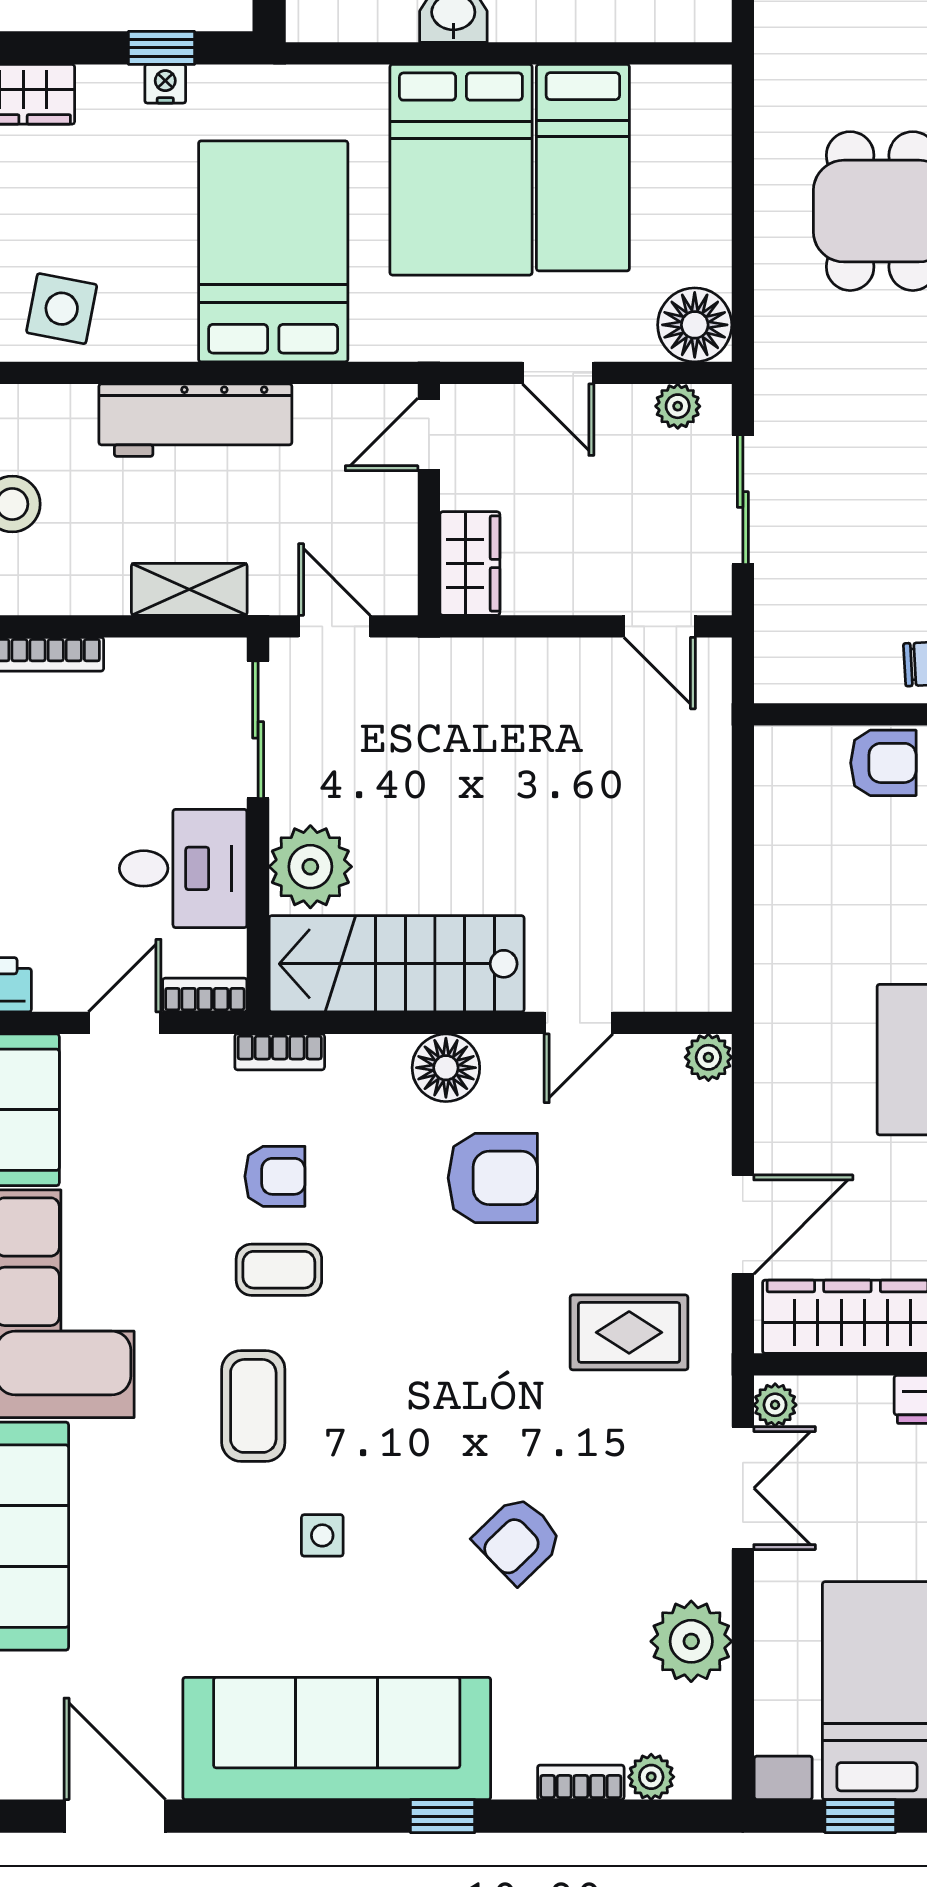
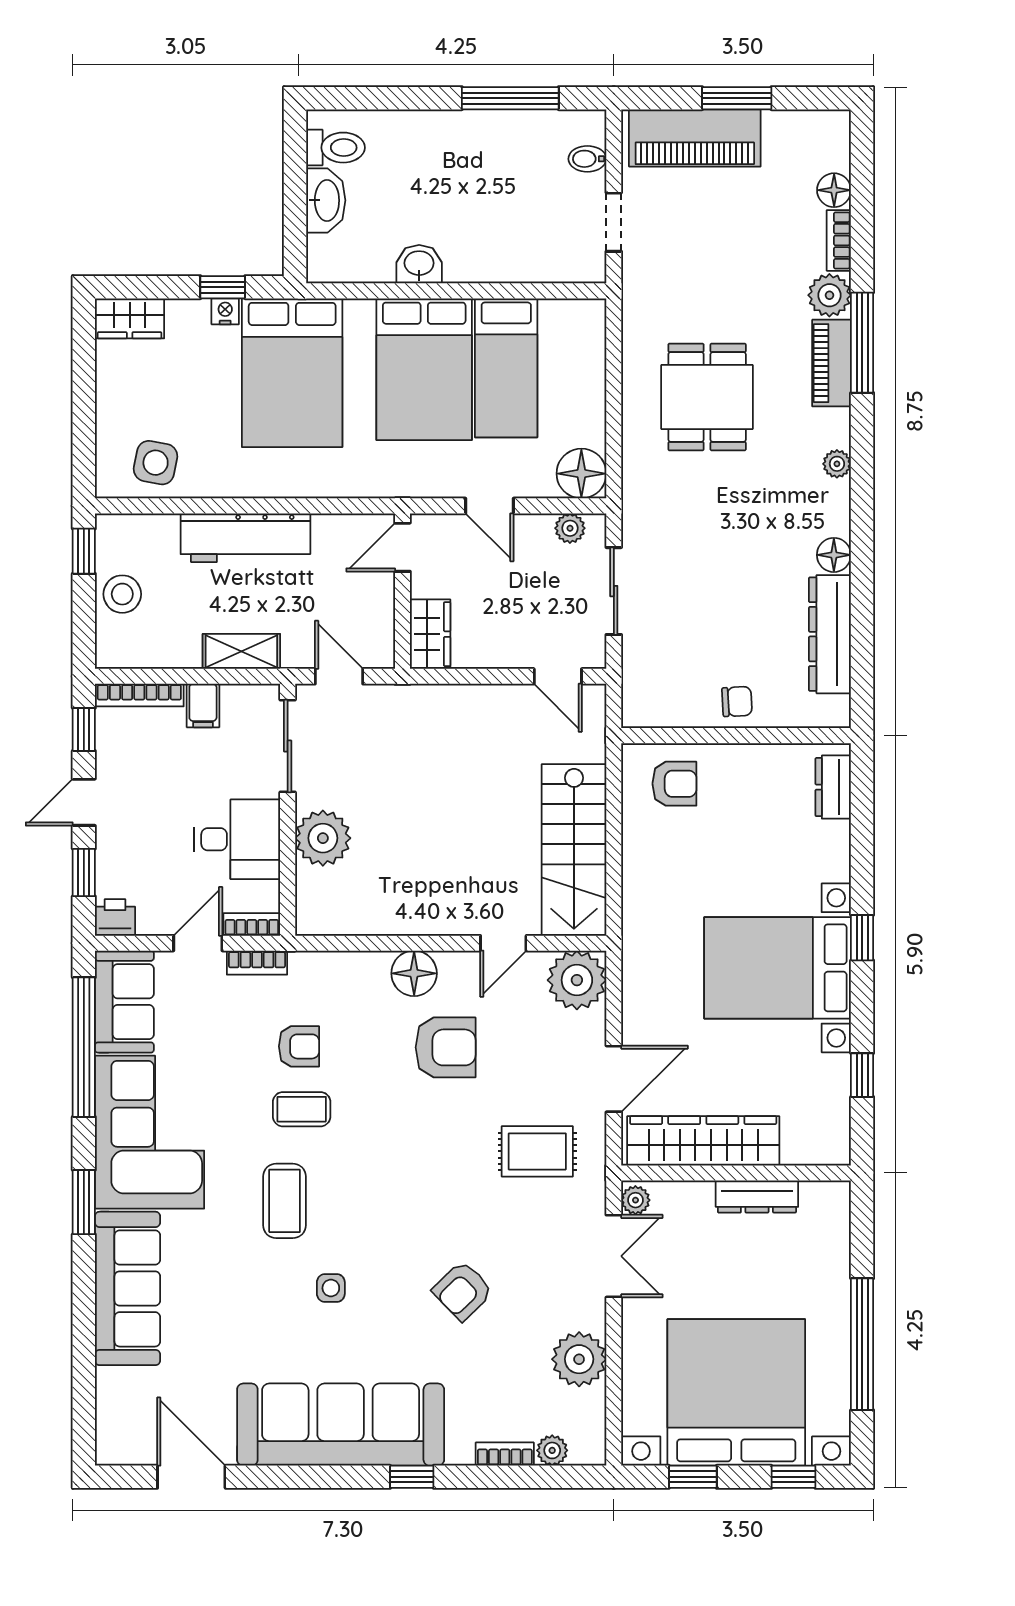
bed: (273, 251) -> (292, 373), moved, turned 180
filing cabinet: (132, 670) -> (203, 705), added
armchair: (883, 763) -> (674, 784), moved
stairs: (397, 964) -> (574, 850), moved, turned -90
bookcase: (280, 1052) -> (257, 963), moved
plant: (708, 1057) -> (577, 980), width x1.88, depth x1.88

